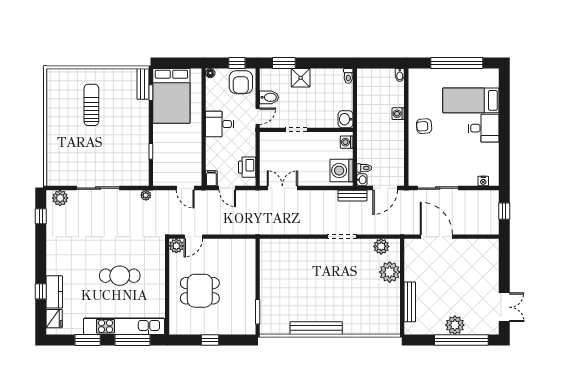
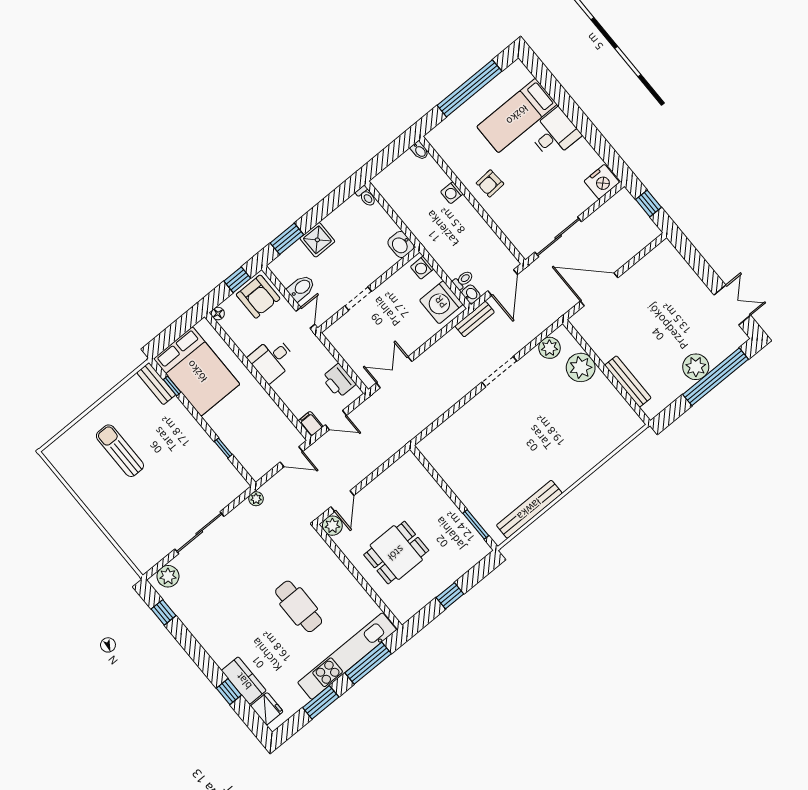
nightstand: (483, 181) -> (602, 182), width x1.89, depth x1.79
cafe table: (120, 276) -> (299, 606), turned 90
bench: (316, 328) -> (529, 509), moved

